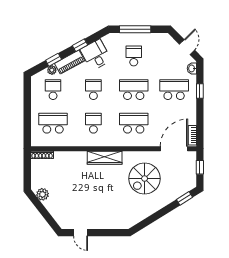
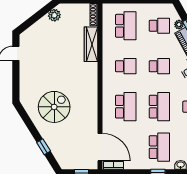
wardrobe: (105, 158) -> (91, 44), moved
spiral stairs: (145, 179) -> (54, 107), moved, turned 90
window: (185, 198) -> (44, 147), moved

